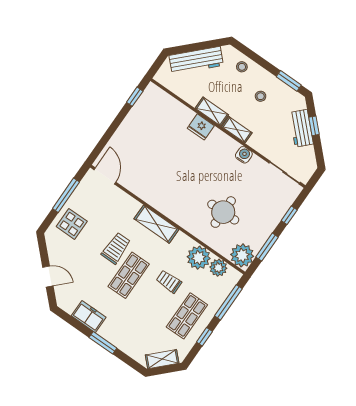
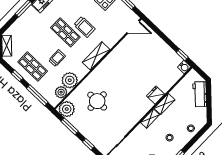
workbench: (196, 60) -> (200, 94), width x0.73
water cooler: (244, 155) -> (184, 67), moved

